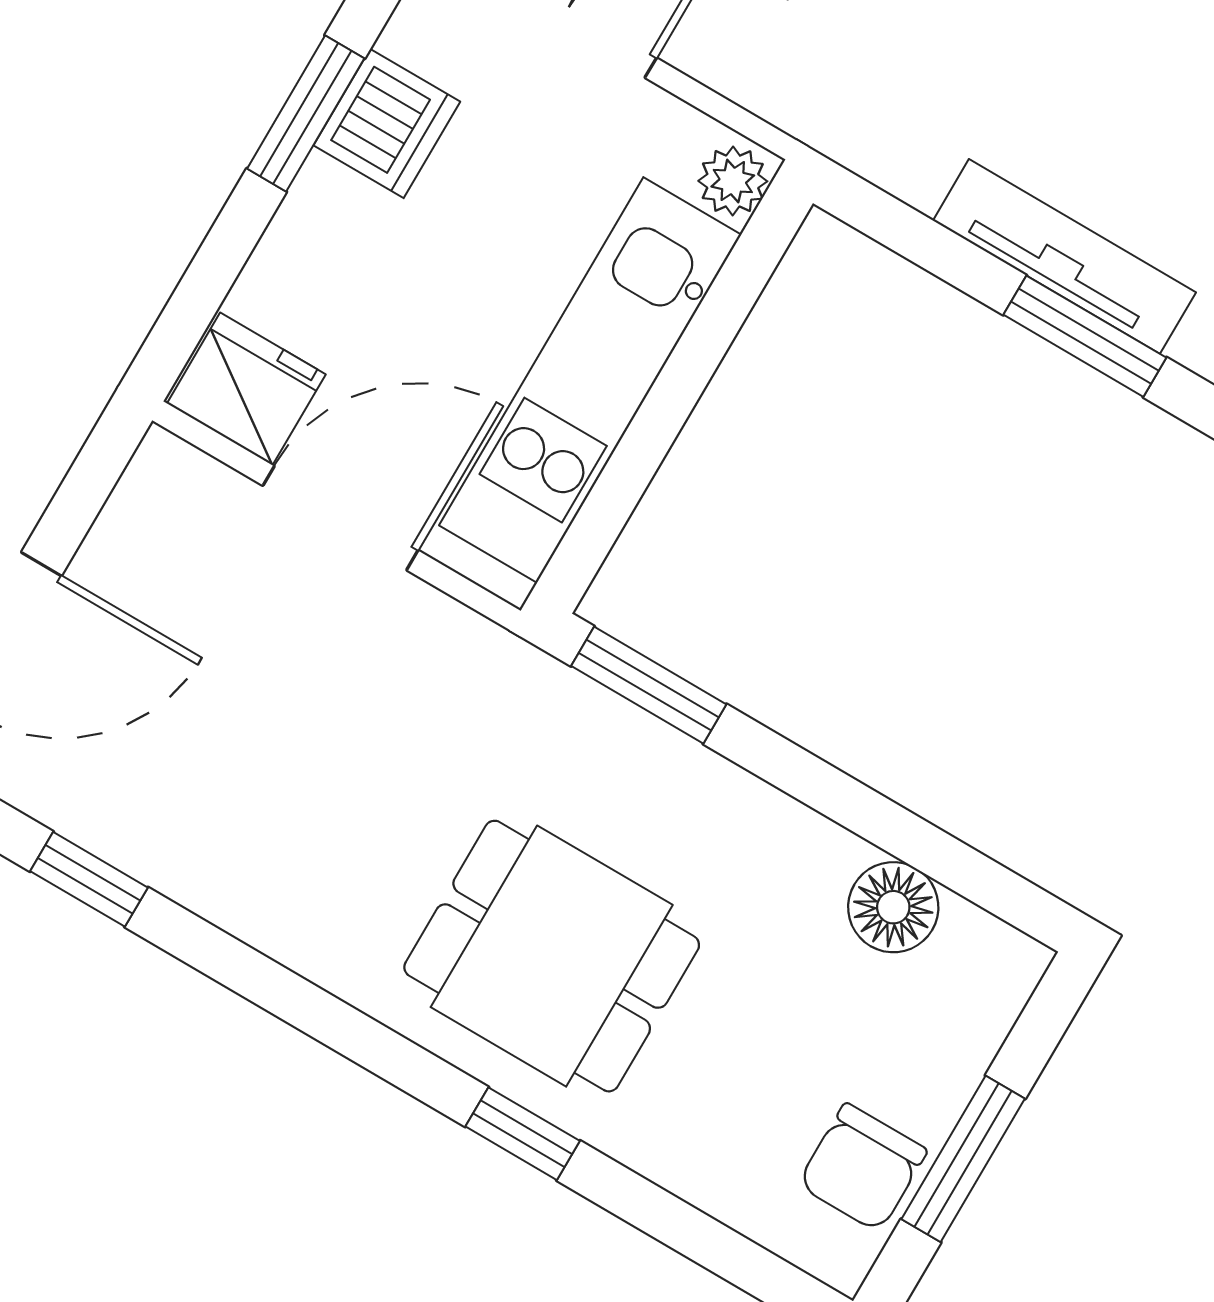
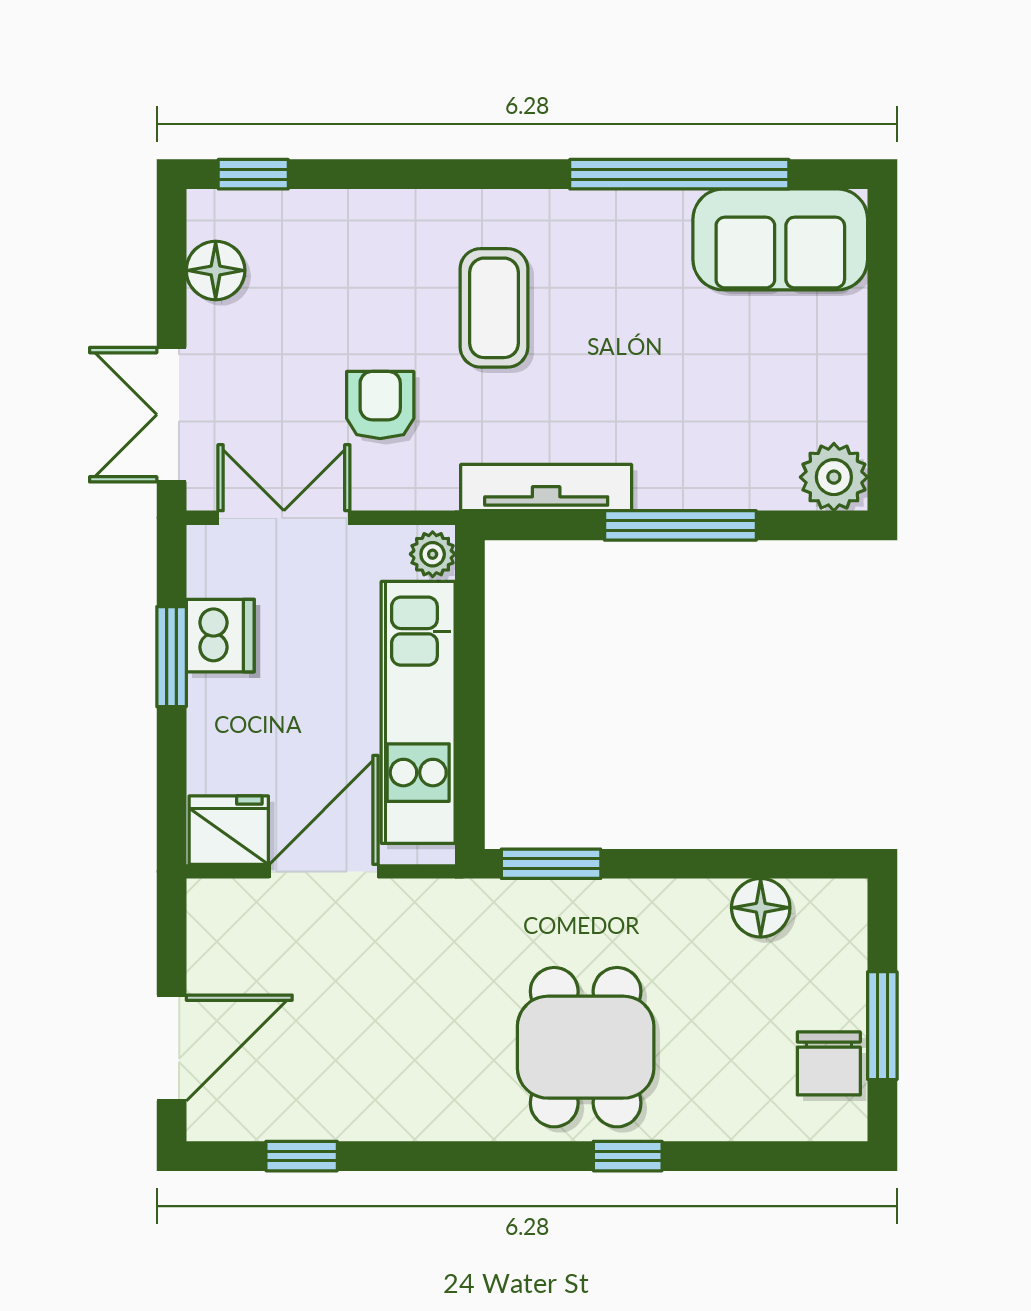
tv unit: (1064, 256) -> (546, 488), moved
window: (1085, 336) -> (680, 525), width x1.44
dining table: (552, 956) -> (586, 1047), turned 90

